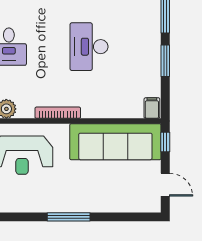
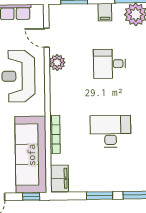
filing cabinet: (152, 108) -> (59, 178), width x2.00
bookcase: (58, 113) -> (55, 134), moved

